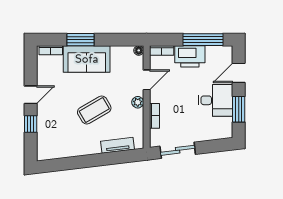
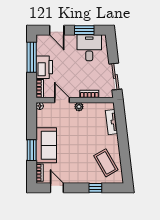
door: (31, 95) -> (57, 188), moved
desk: (215, 100) -> (89, 48), moved
coffee table: (94, 110) -> (106, 163), moved

